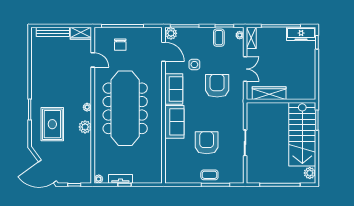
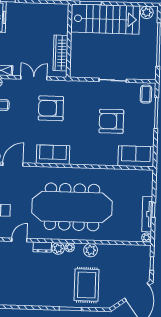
side table: (194, 65) -> (28, 132), removed
dresser: (87, 82) -> (42, 247), added
plant: (86, 96) -> (58, 248), added
sofa: (174, 122) -> (136, 156), moved
rug: (52, 124) -> (87, 285), turned 90
coffee table: (209, 175) -> (146, 94), moved
tv unit: (120, 179) -> (147, 214), width x1.41

